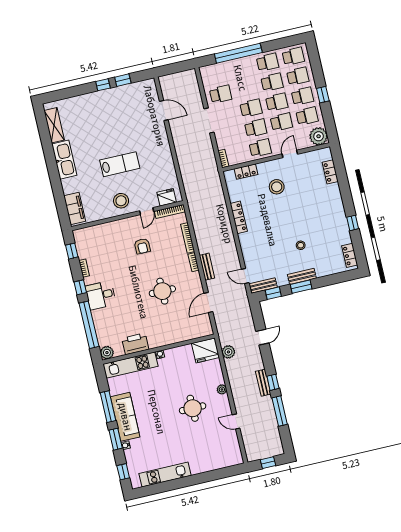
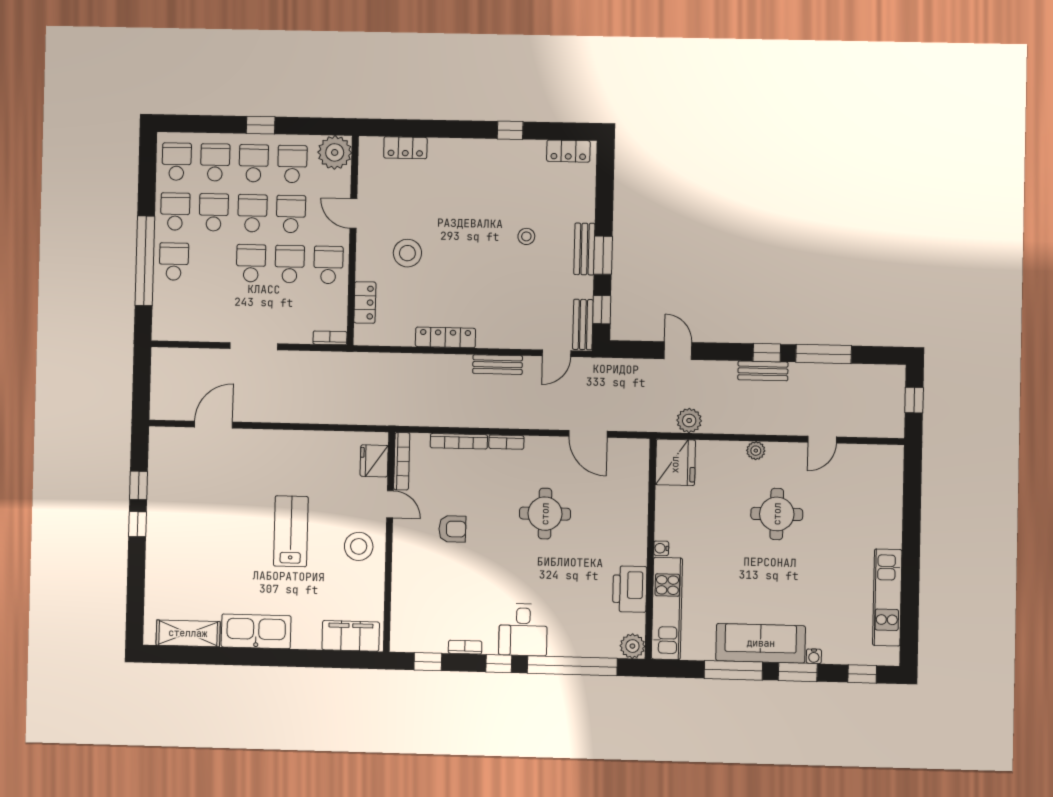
school desk: (221, 94) -> (174, 261), moved
bench: (207, 267) -> (498, 365), moved

